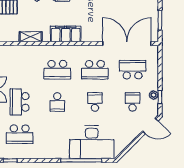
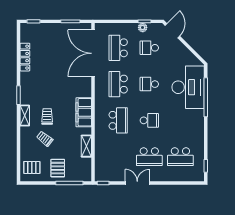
school desk: (95, 70) -> (118, 84), turned 180
school desk: (20, 134) -> (180, 157), turned 90

